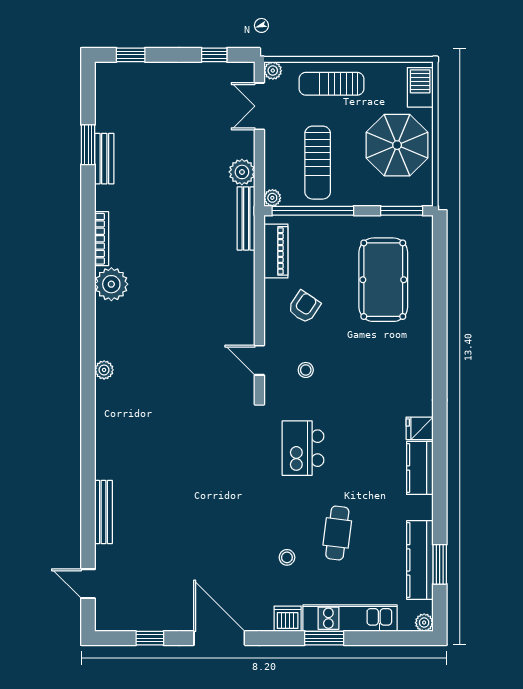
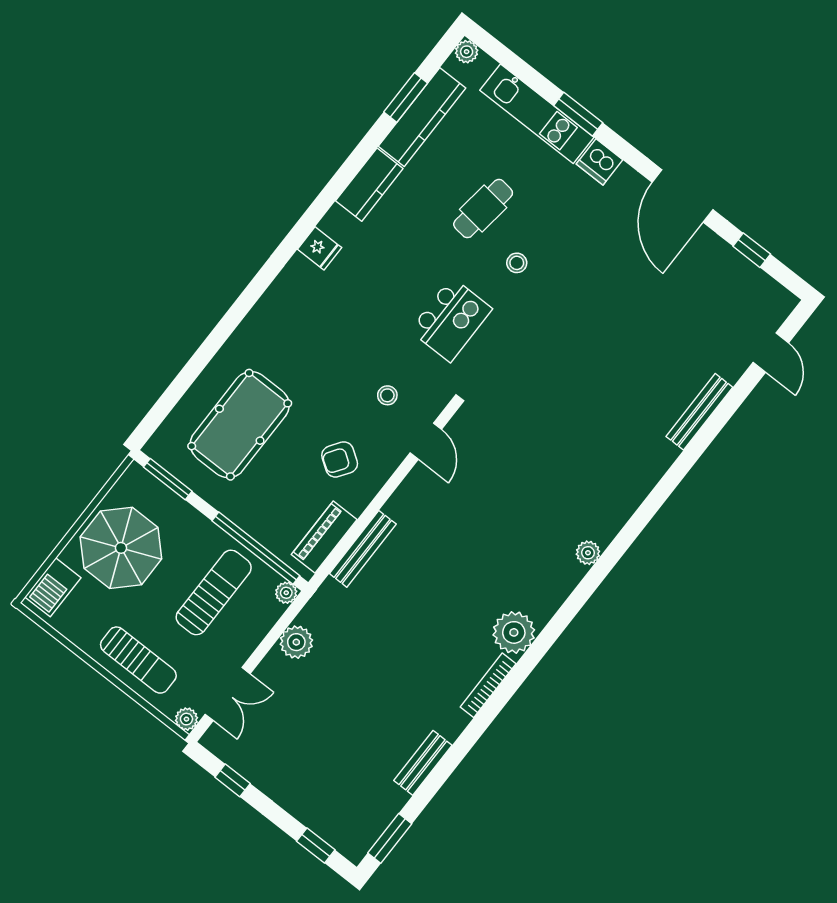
window: (88, 145) -> (390, 838), moved
bench: (246, 218) -> (363, 549), moved
kitchen counter: (420, 468) -> (369, 185), moved
stool: (287, 557) -> (517, 263), moved

